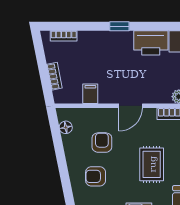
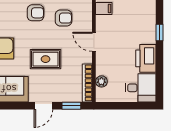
armchair: (96, 176) -> (36, 13), turned 90

